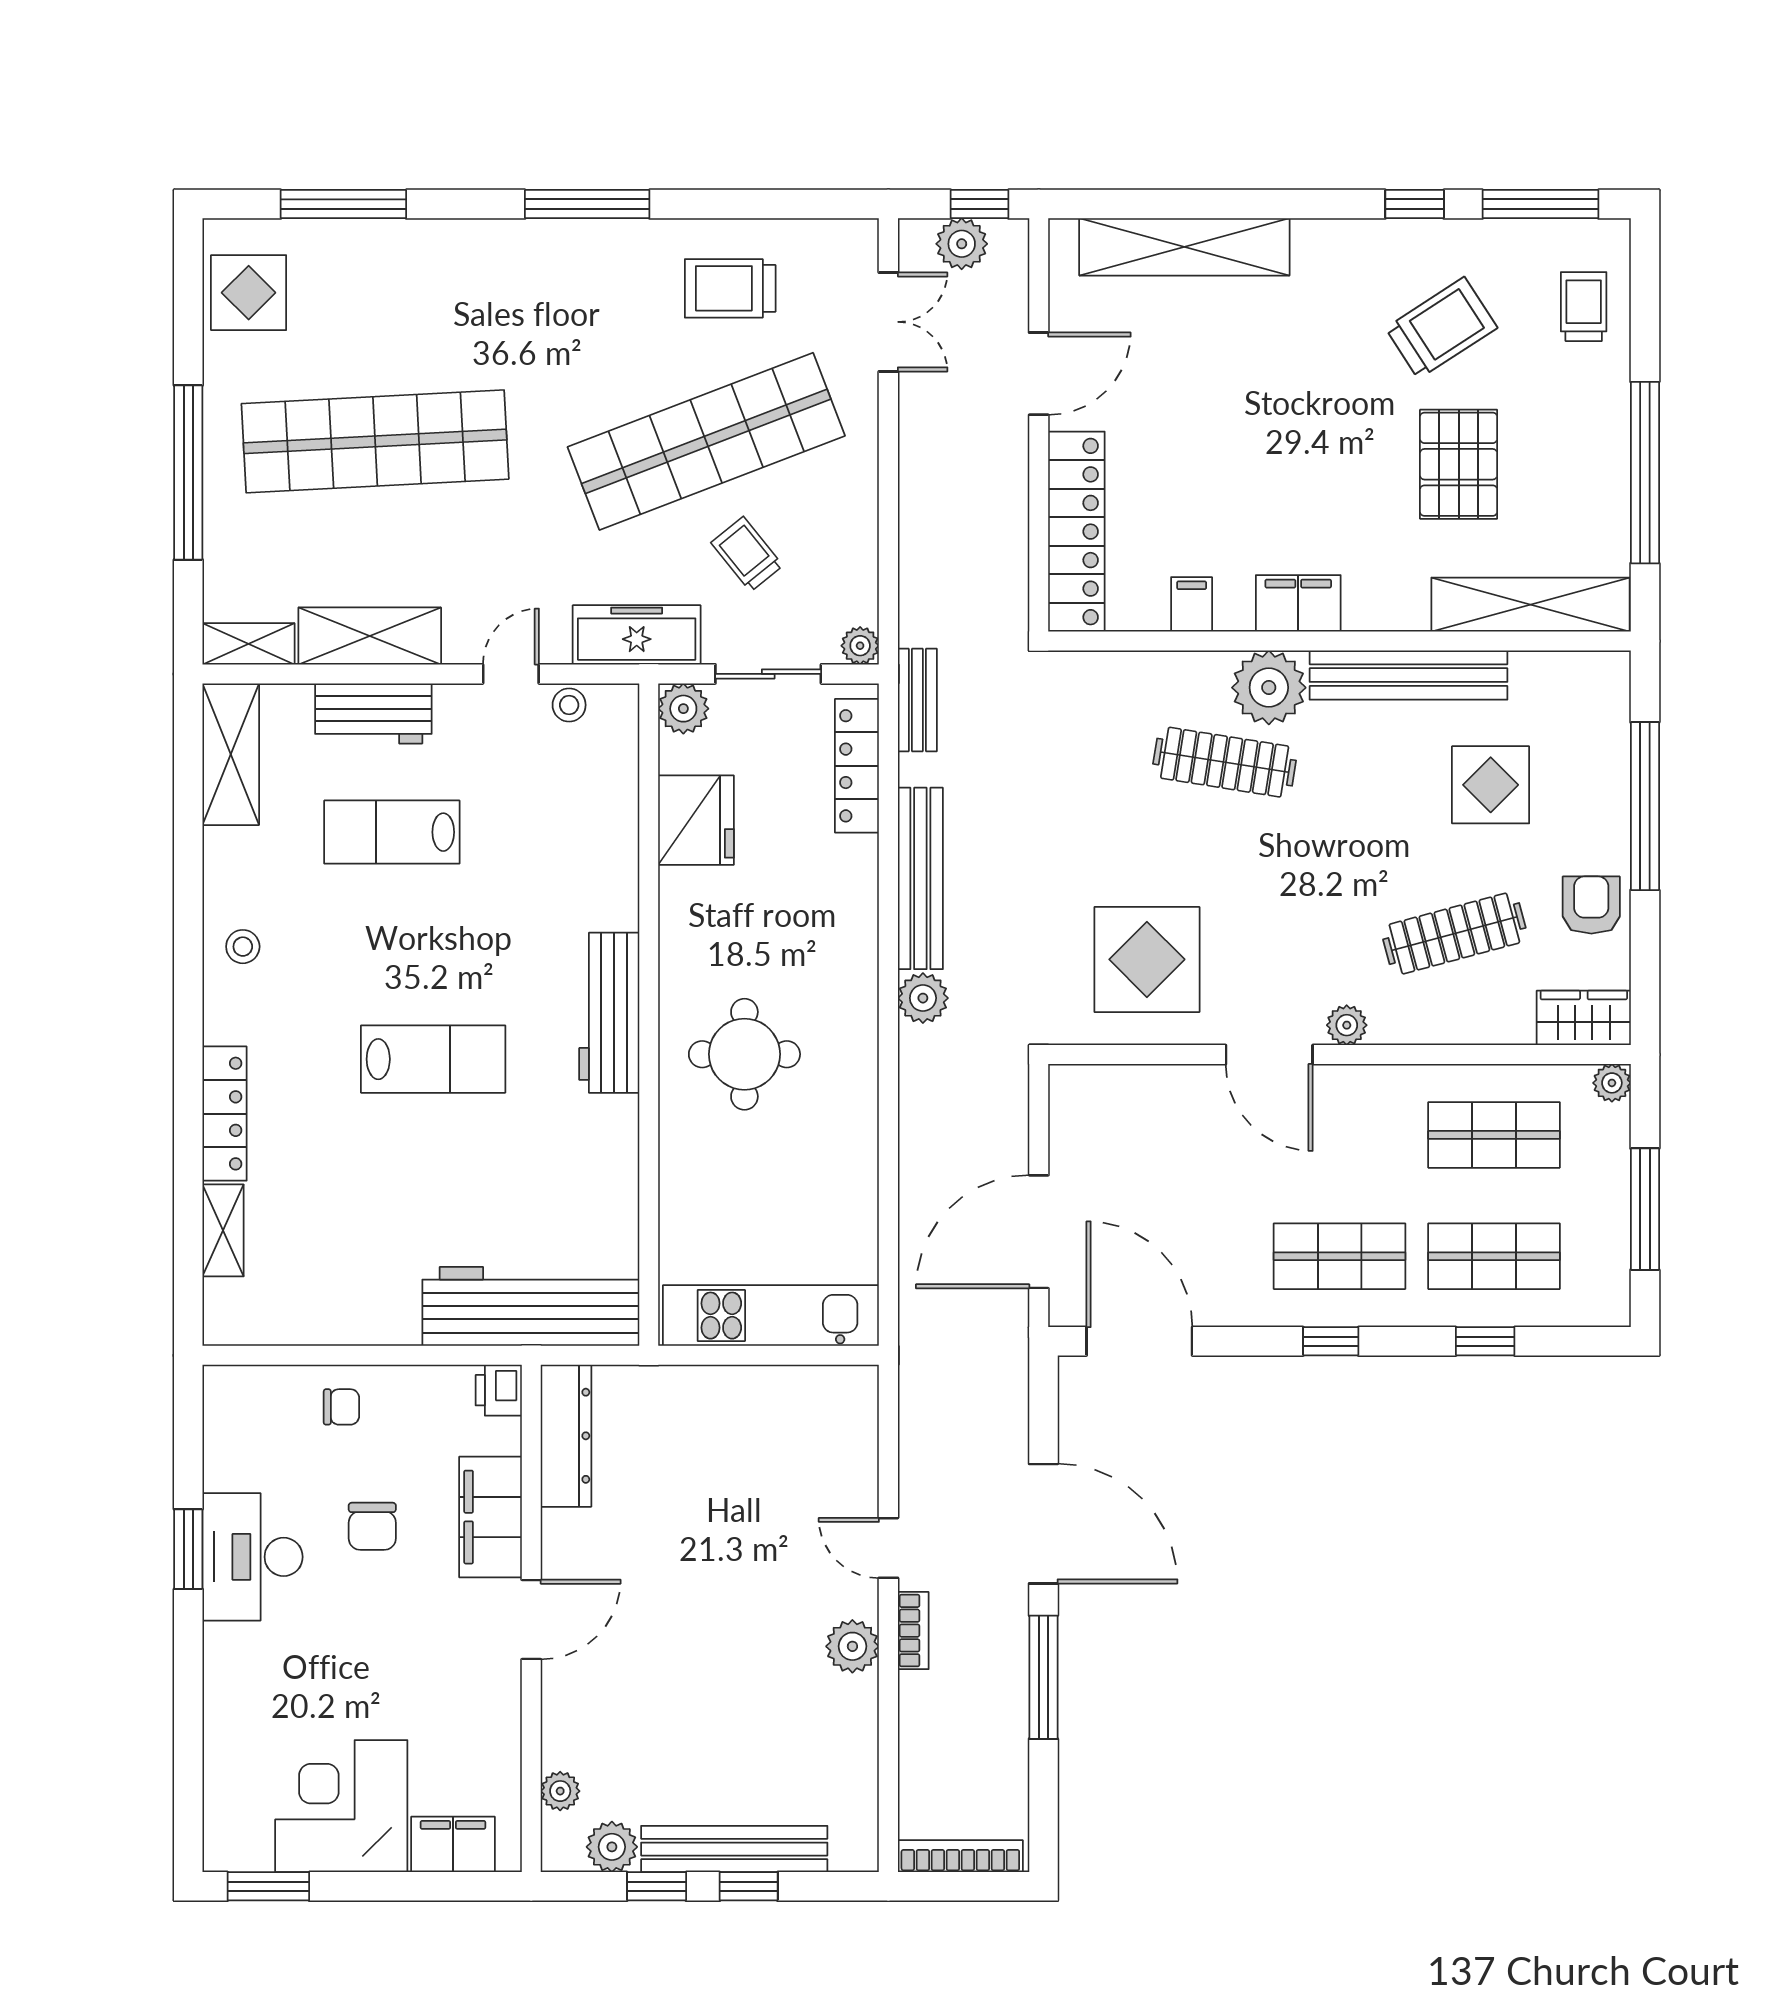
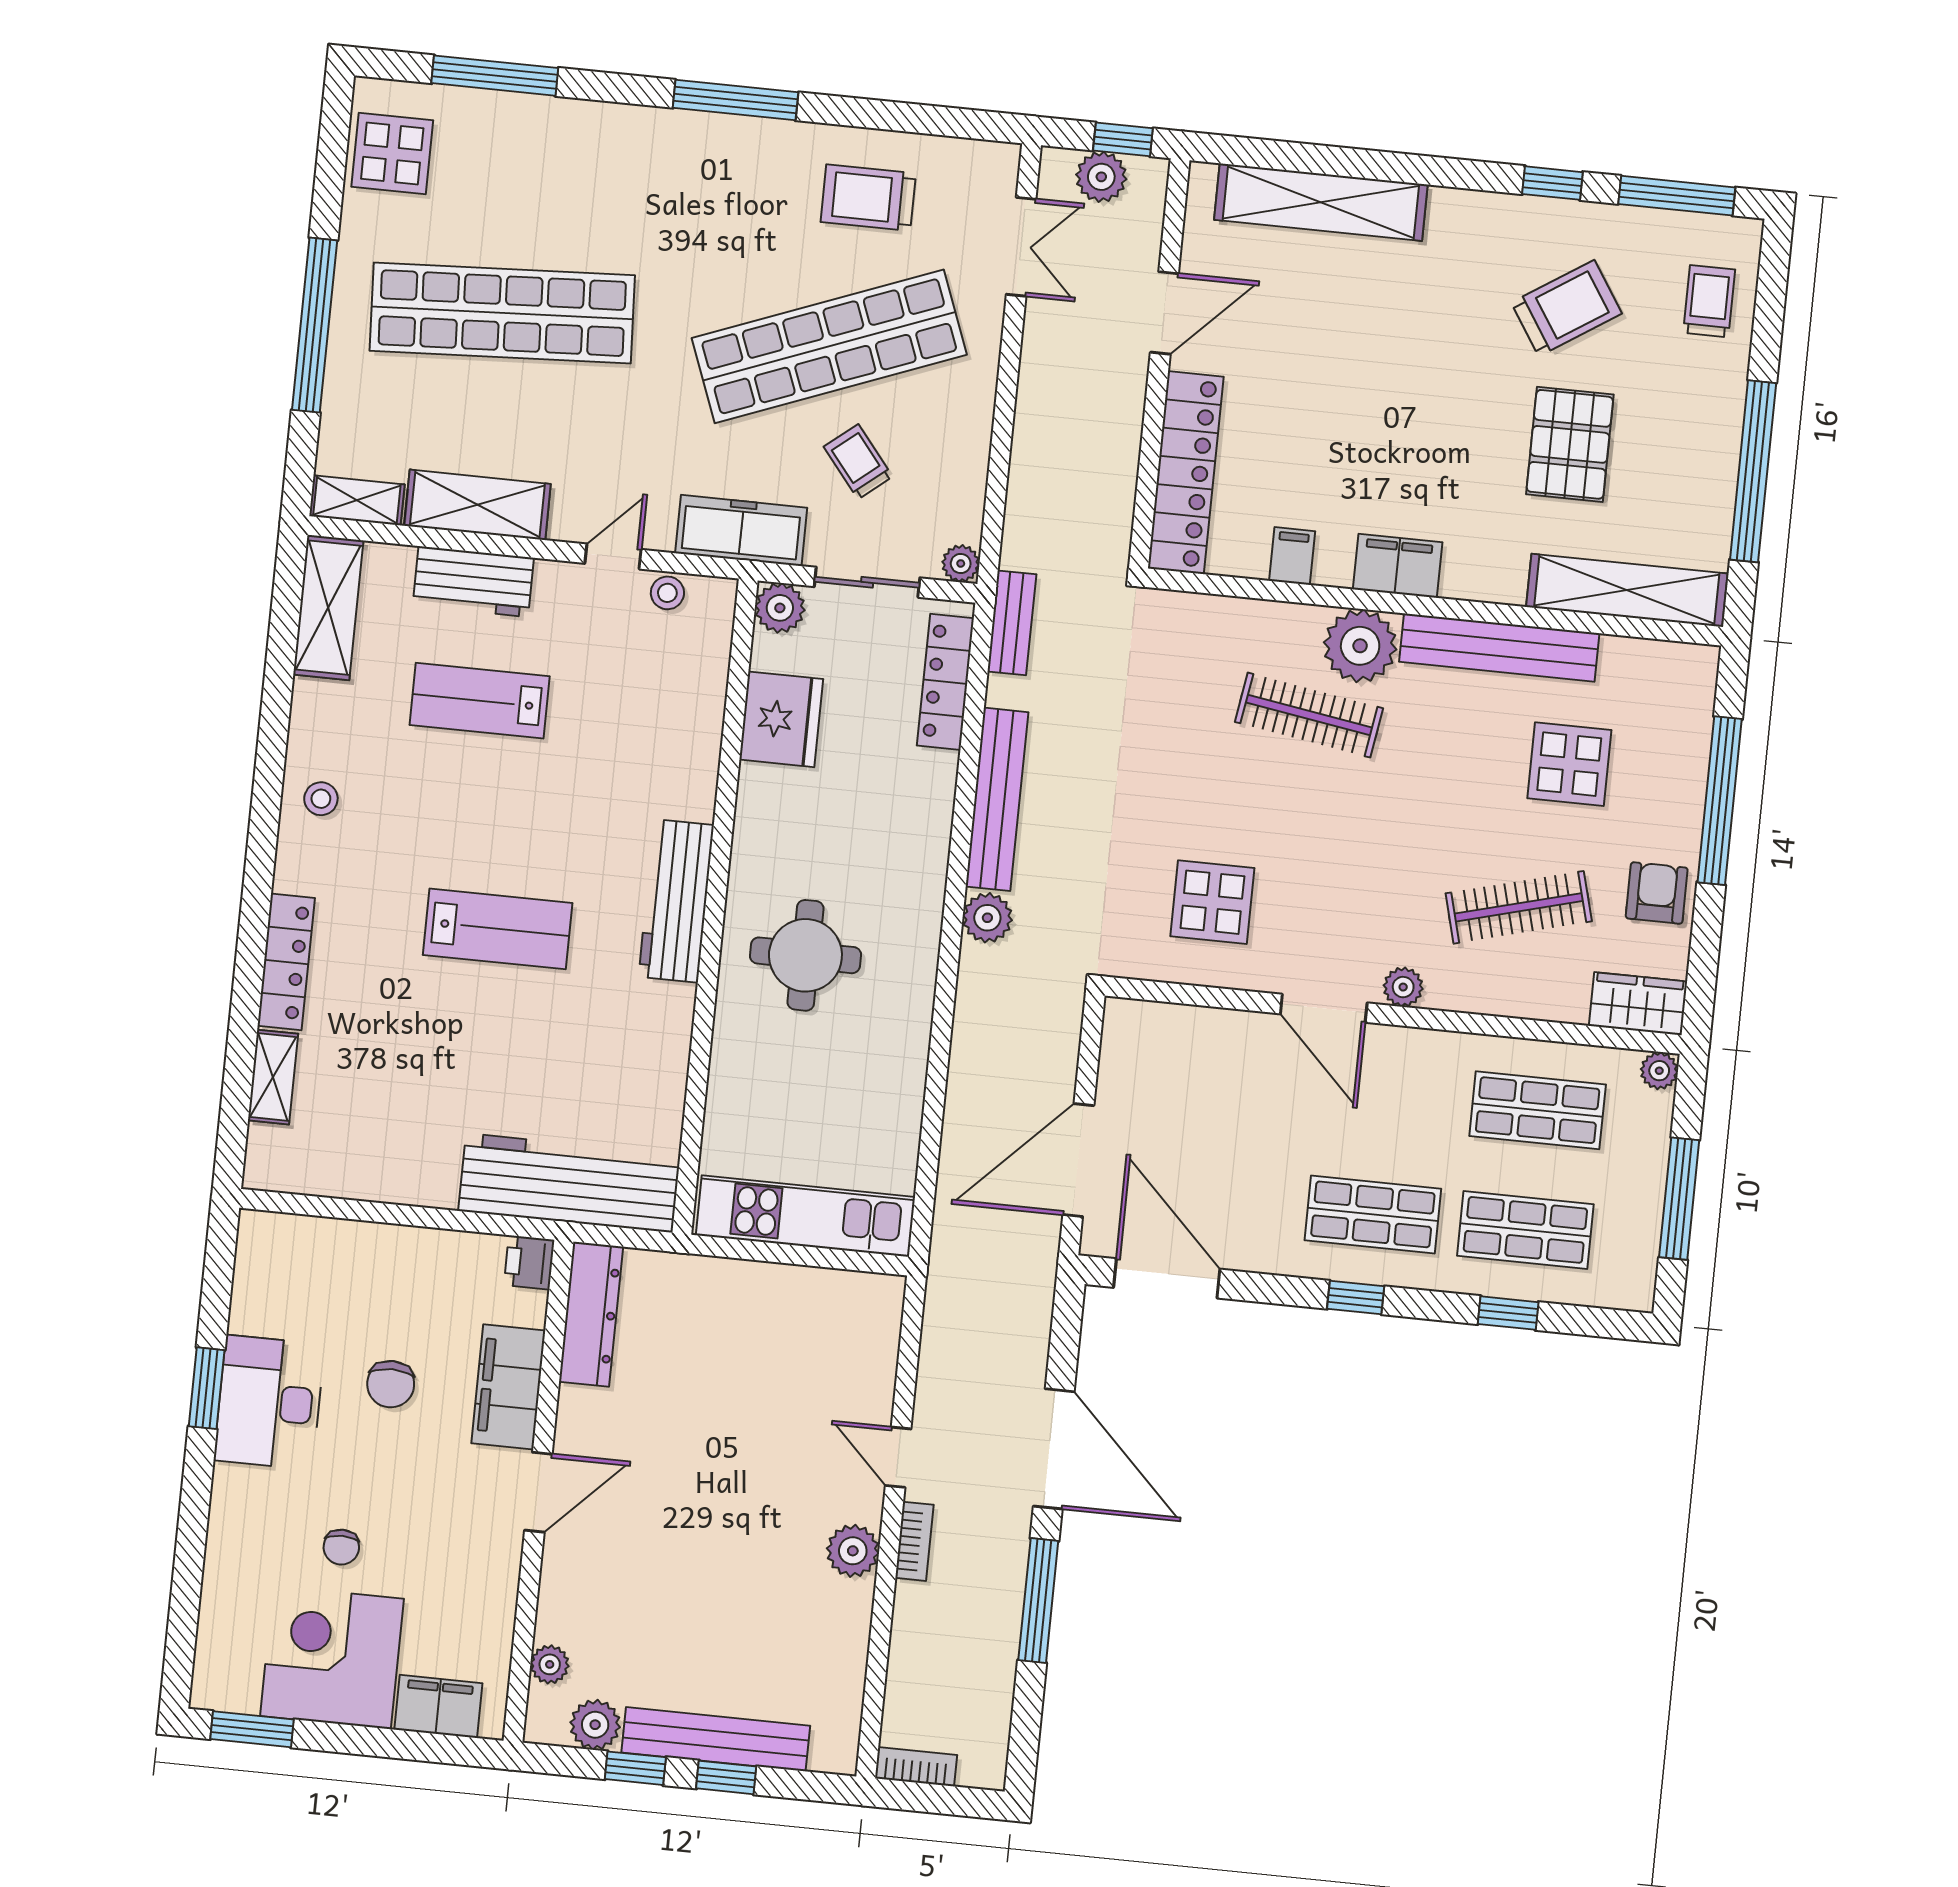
display table: (1147, 959) -> (1212, 902), width x0.73, depth x0.73
chair: (341, 1407) -> (341, 1547), moved, turned 90
bookcase: (960, 1856) -> (916, 1767), width x0.64

